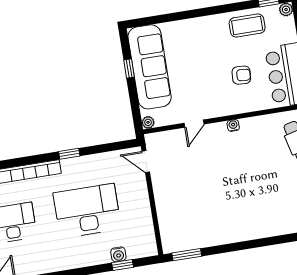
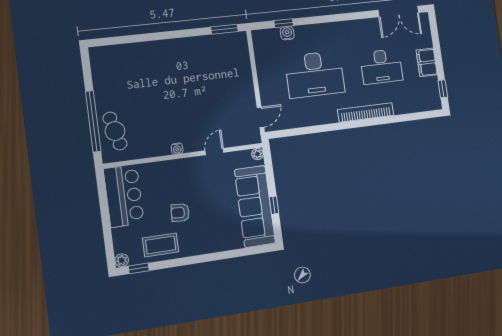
armchair: (241, 75) -> (180, 213), moved
window: (69, 154) -> (330, 127), removed
door: (146, 162) -> (260, 117), hinge flipped

